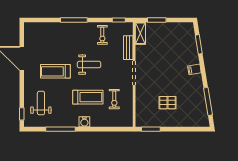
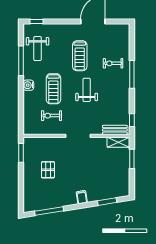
exercise bike: (102, 35) -> (113, 63), moved
bench: (128, 48) -> (115, 130), moved
weight bench: (89, 65) -> (87, 90), turned 180
treadmill: (55, 71) -> (80, 56), turned 180
weight bench: (41, 103) -> (38, 49), moved, turned 90

